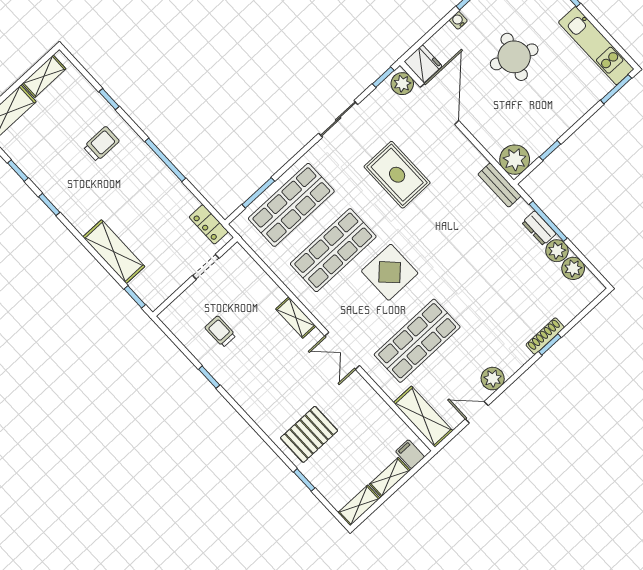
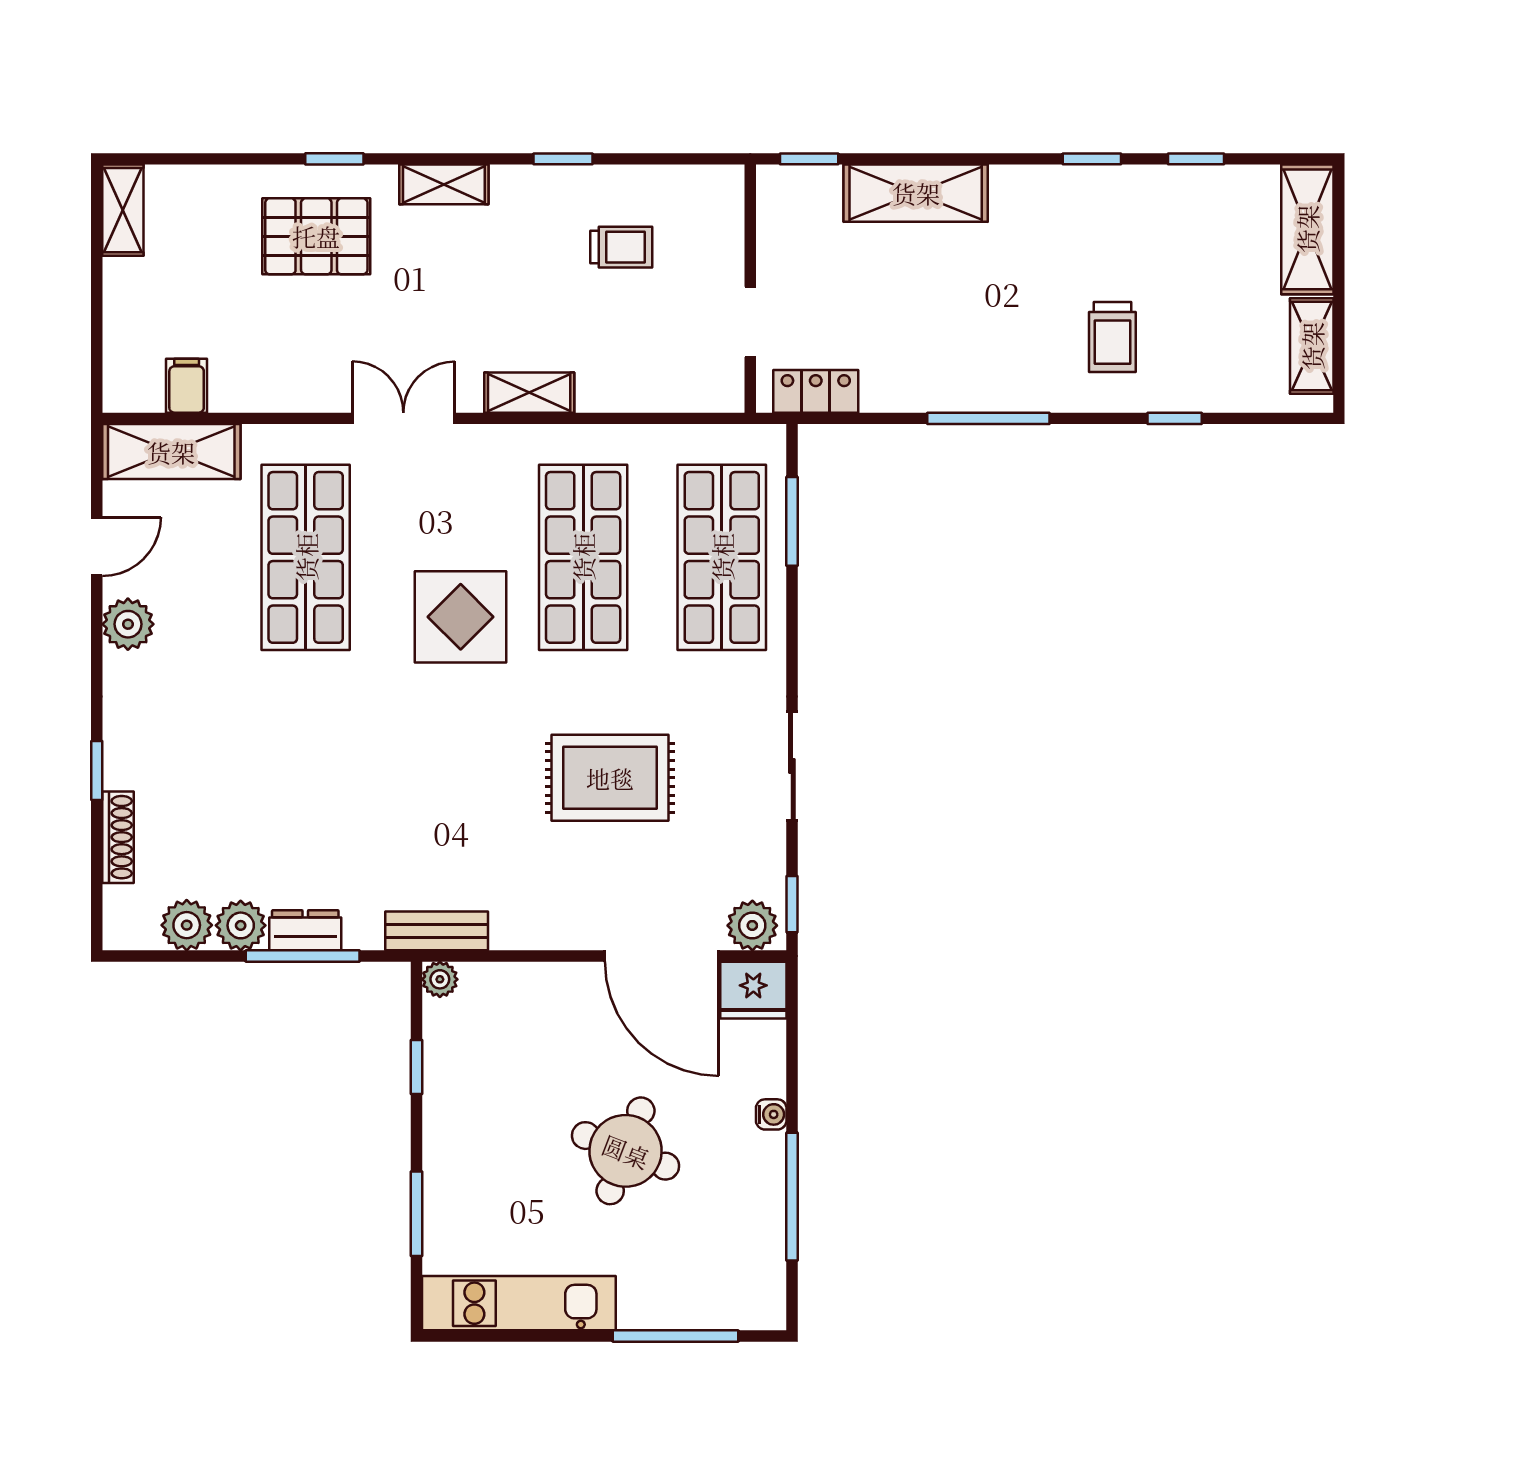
window: (616, 89) -> (417, 1214), moved
plant: (515, 160) -> (440, 979), width x0.53, depth x0.53
shoe rack: (545, 336) -> (118, 837), moved
pallet: (309, 434) -> (316, 236), turned 90
filing cabinet: (410, 454) -> (187, 386), moved, turned -90
shelving: (390, 477) -> (444, 184), moved, turned 90
window: (304, 480) -> (334, 159), moved

